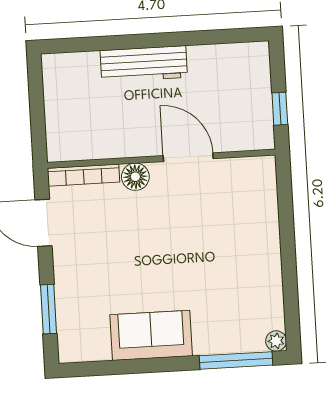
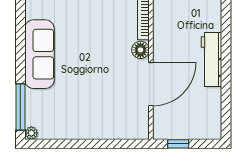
door: (188, 157) -> (151, 84), width x1.36
sofa: (151, 335) -> (39, 54), width x1.36

